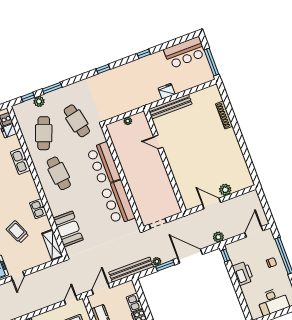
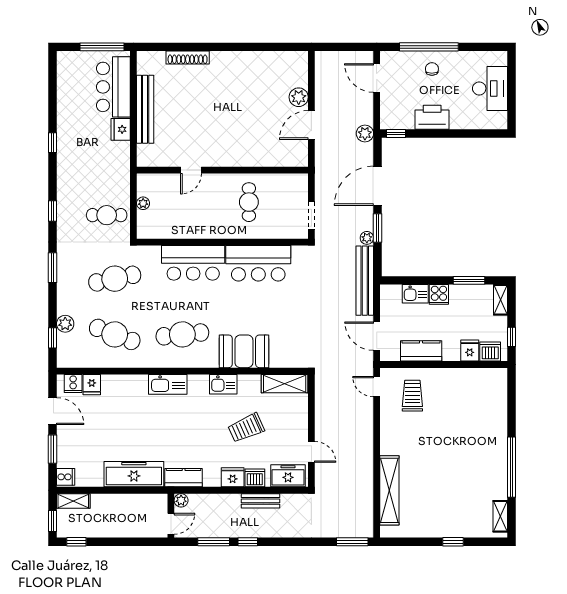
bar counter: (185, 53) -> (113, 87), moved, turned 180
window: (52, 88) -> (53, 268), moved
cafe table: (113, 102) -> (107, 215), added
bench: (170, 107) -> (145, 109), moved
kitchen sink: (20, 161) -> (168, 384), moved
cafe table: (152, 183) -> (249, 202), added
booth: (68, 229) -> (244, 351), moved

